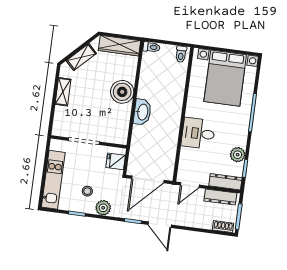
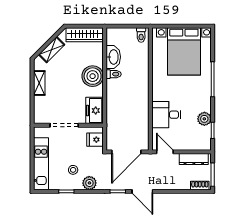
toilet: (151, 47) -> (114, 74), moved
washbasin: (142, 112) -> (113, 57), moved
freezer: (119, 130) -> (94, 110), added
desk: (198, 133) -> (166, 115), moved
dresser: (225, 182) -> (197, 145), removed
door: (190, 185) -> (165, 152), swing flipped

